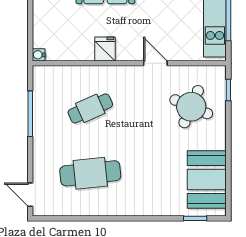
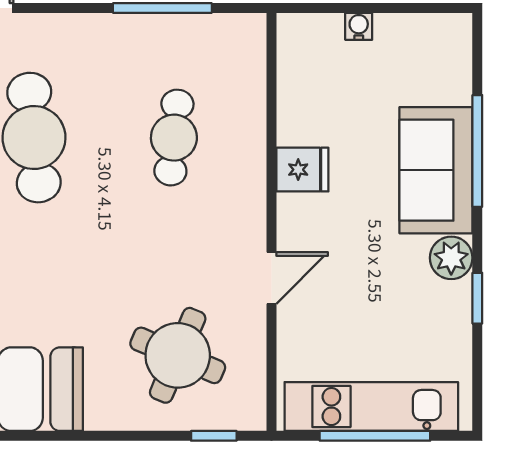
water cooler: (39, 55) -> (359, 26), moved
cafe table: (90, 108) -> (174, 138), turned 30

